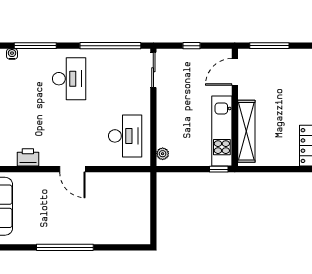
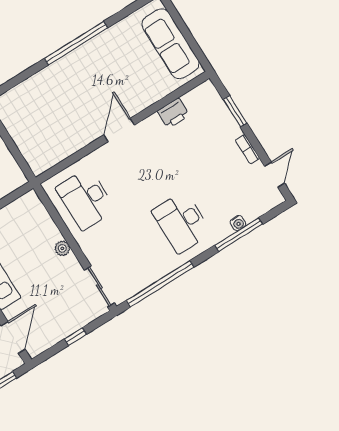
water cooler: (12, 54) -> (238, 223), moved
plant: (163, 154) -> (62, 248), moved
door: (72, 169) -> (119, 130), hinge flipped

